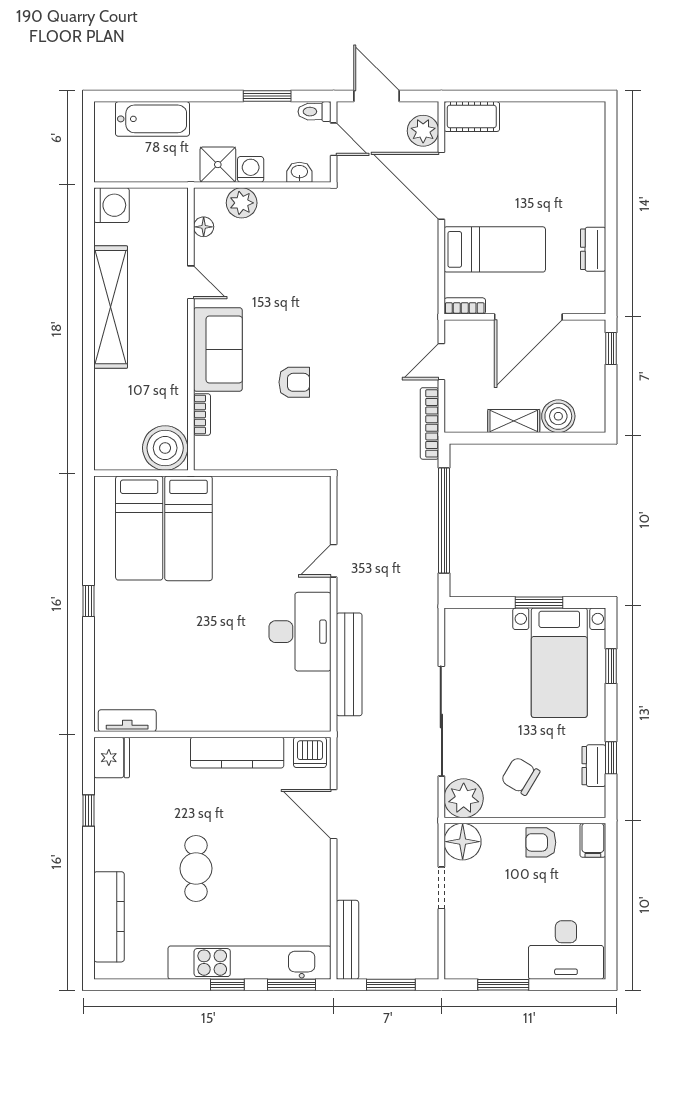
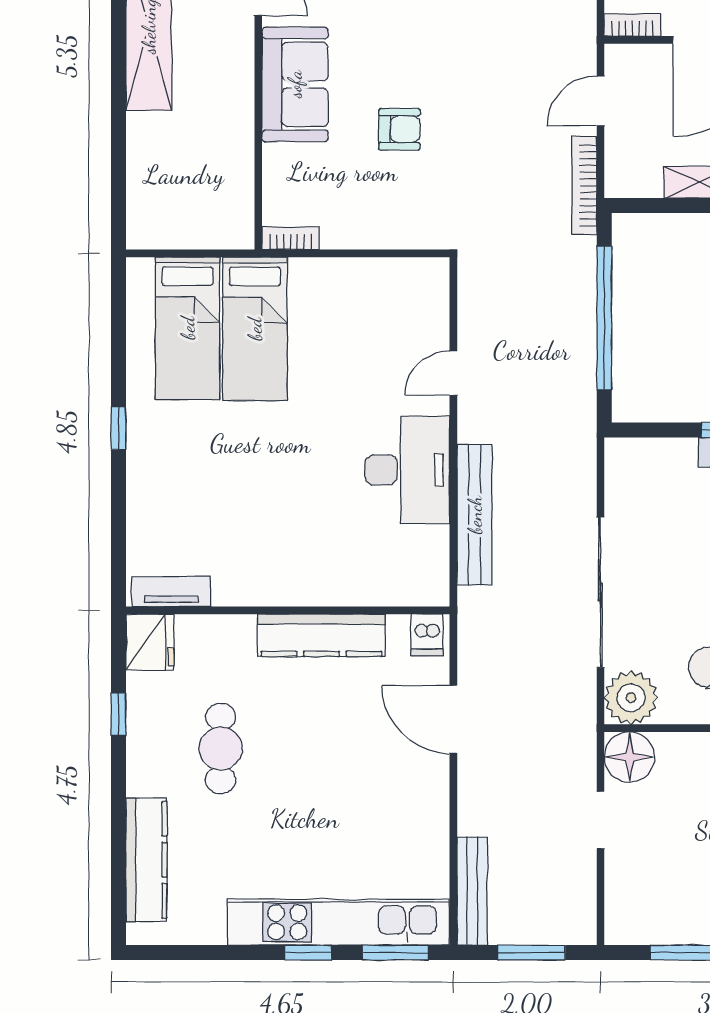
bookcase: (202, 414) -> (291, 238), moved, turned -90
boiler: (165, 448) -> (223, 219), removed
dishwasher: (310, 752) -> (427, 635), width x0.73
cafe table: (196, 868) -> (221, 749), moved

